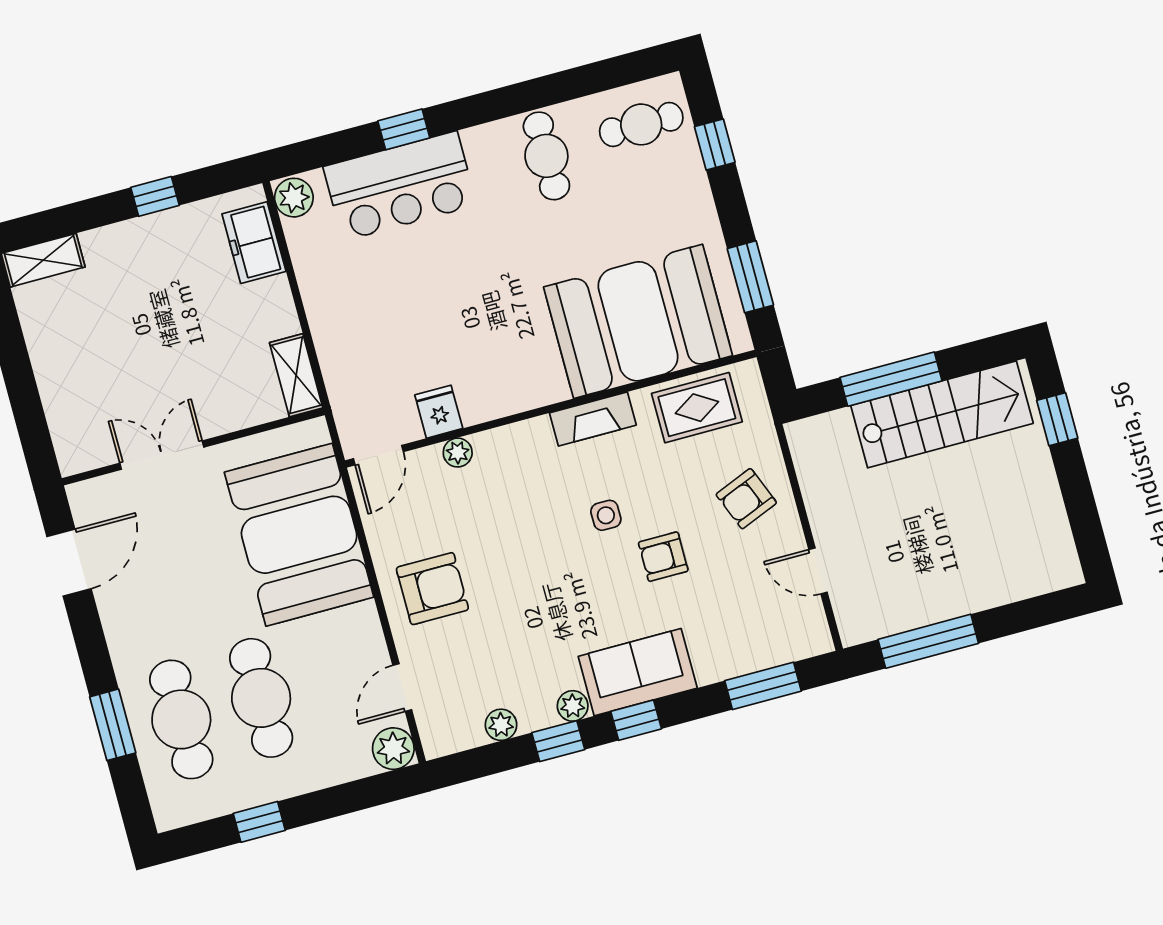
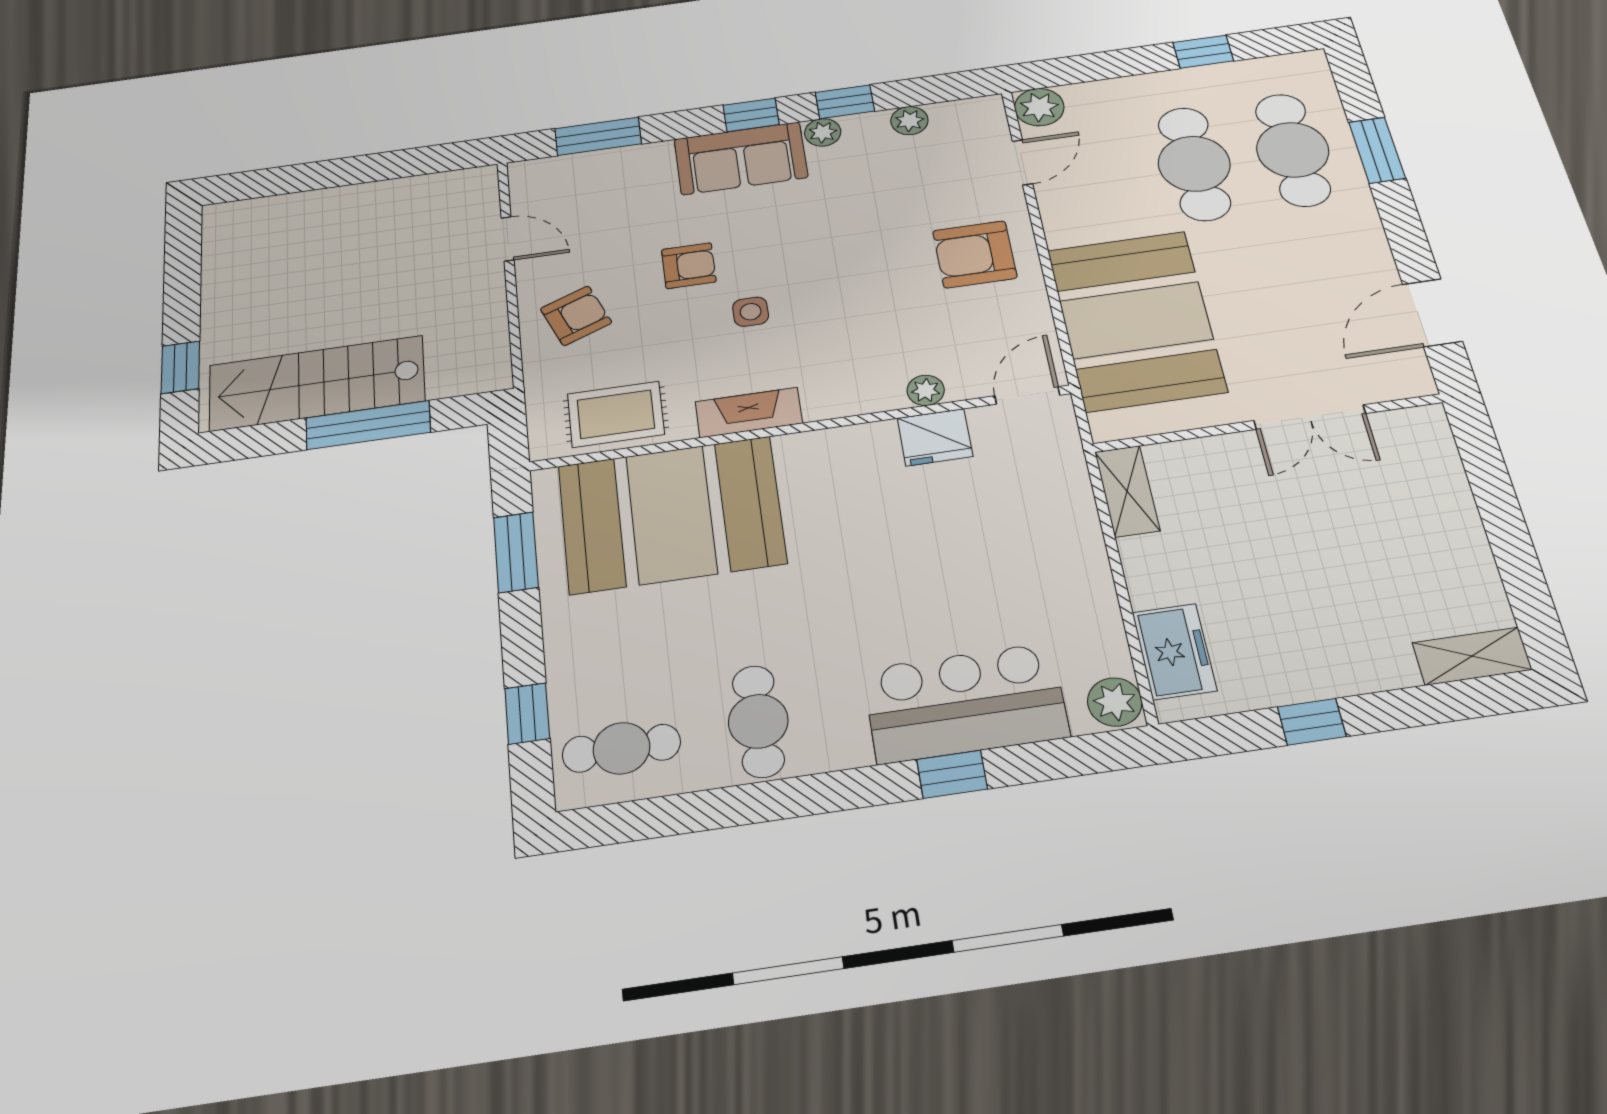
fridge: (439, 412) -> (935, 437), width x1.38
window: (928, 641) -> (398, 164), removed

